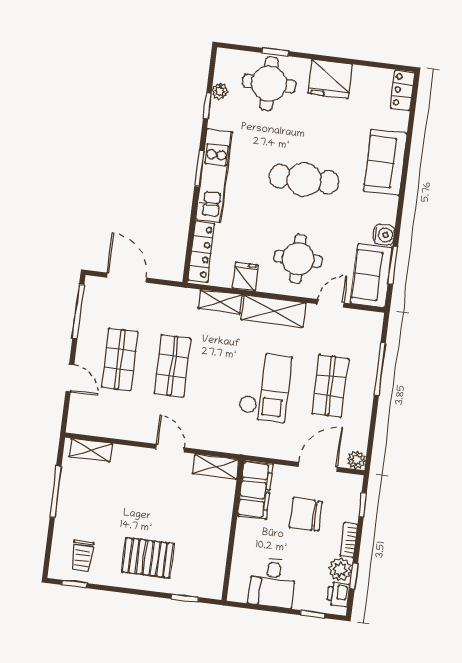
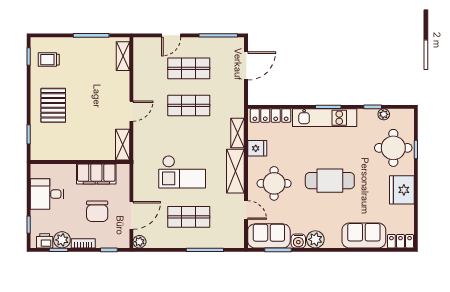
sofa: (385, 162) -> (364, 235), moved
cafe table: (304, 179) -> (330, 181), turned 90
plant: (385, 210) -> (315, 239), added
door: (318, 467) -> (131, 215), hinge flipped
filing cabinet: (255, 490) -> (96, 174), moved
chair: (306, 515) -> (97, 211), turned 180

